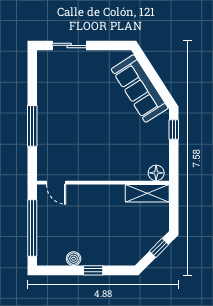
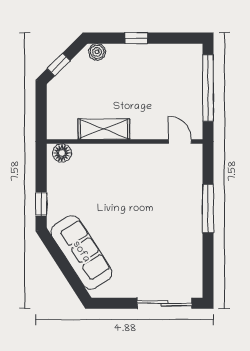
sliding door: (69, 45) -> (165, 303), width x1.37
shelving: (147, 193) -> (104, 129), moved
boiler: (74, 259) -> (97, 52), moved

